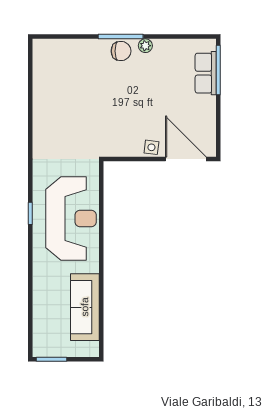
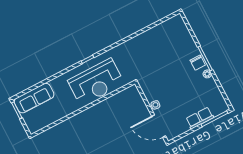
row of seats: (206, 73) -> (200, 118), moved
door: (186, 159) -> (159, 126), swing flipped
sofa: (85, 307) -> (34, 98), moved, turned 180

